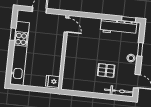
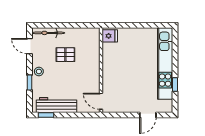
door: (66, 25) -> (101, 101), moved
wall: (64, 52) -> (101, 70), moved
fridge: (53, 81) -> (110, 36), moved

